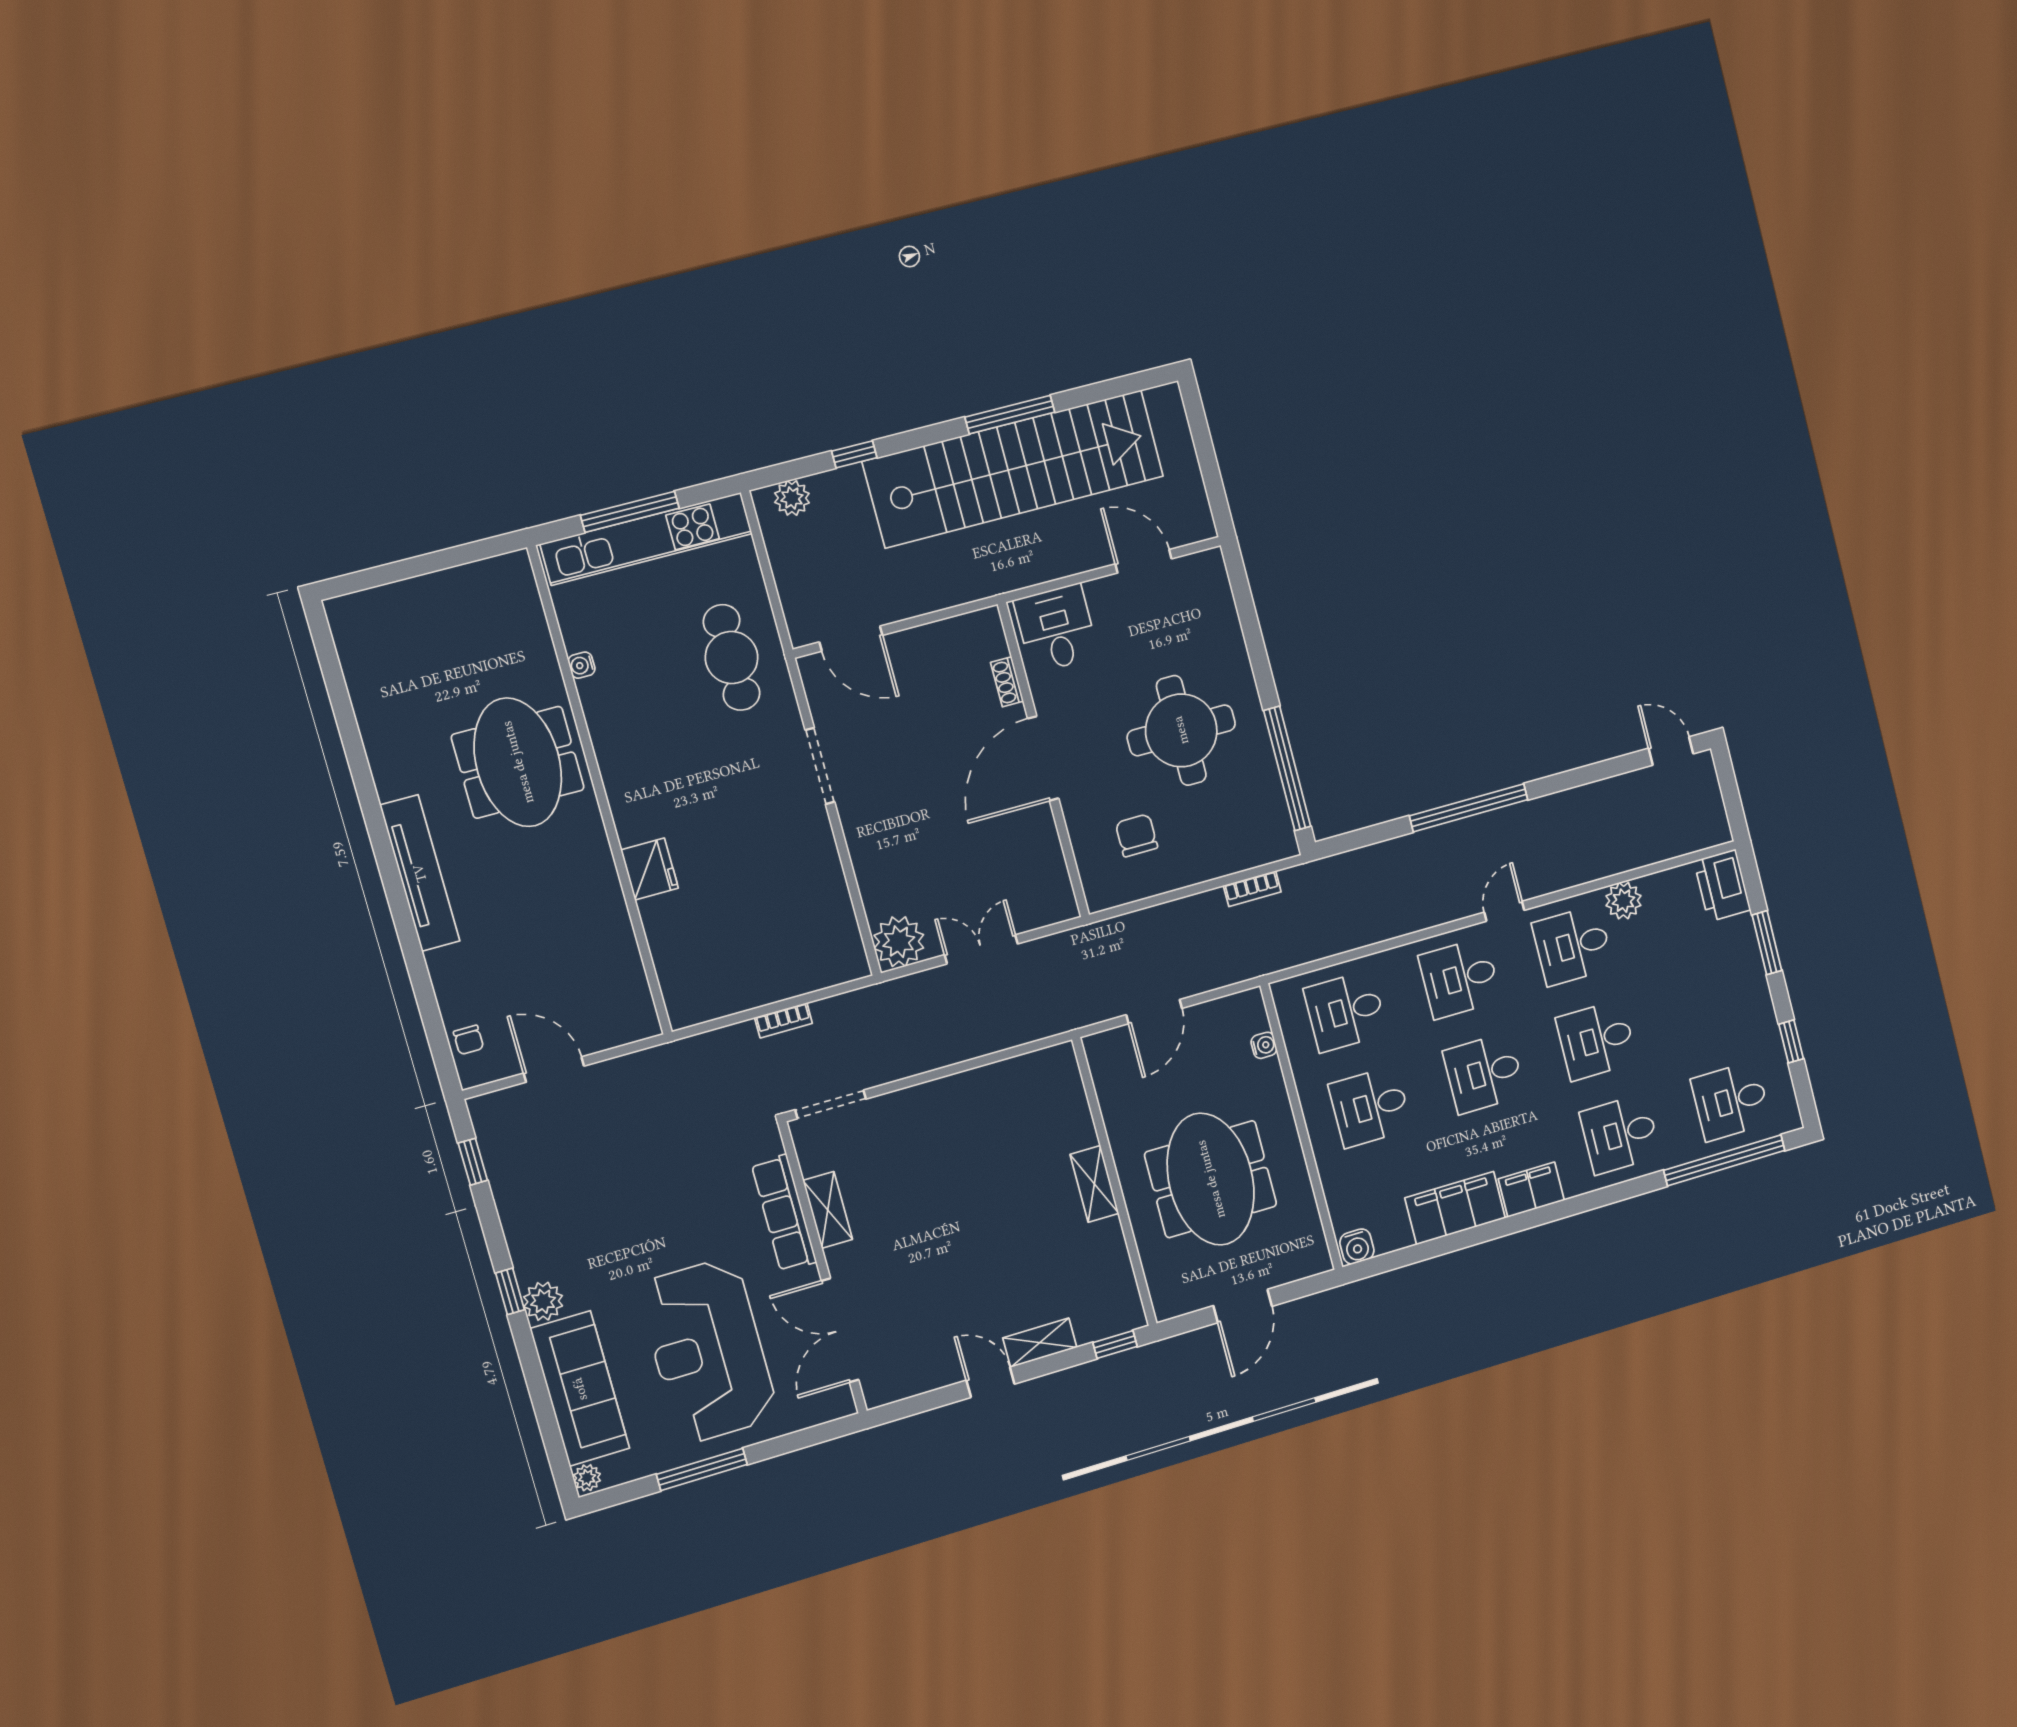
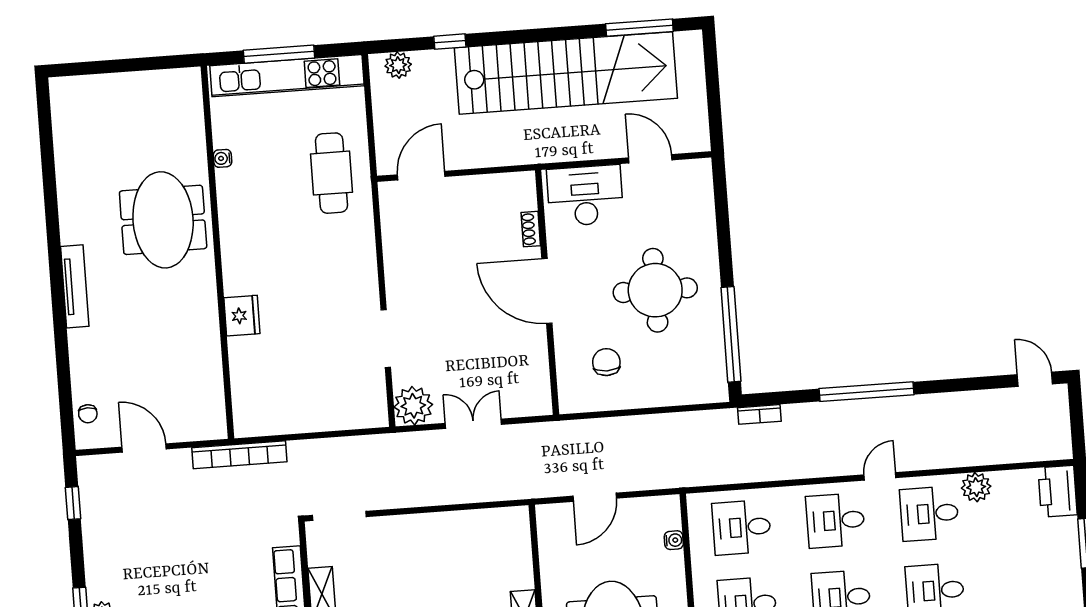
window: (1010, 415) -> (639, 28), moved
desk: (1056, 628) -> (585, 196), width x1.37
door: (851, 639) -> (421, 176), swing flipped
door: (1043, 758) -> (547, 291), hinge flipped
doorway: (820, 766) -> (386, 338), moved
tv unit: (420, 873) -> (75, 286), width x0.73, depth x0.78
bookcase: (1252, 889) -> (759, 414), moved
bookcase: (783, 1020) -> (239, 455), moved, width x2.31, depth x1.31

